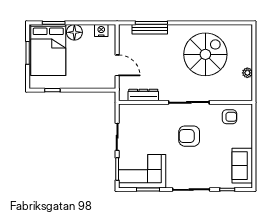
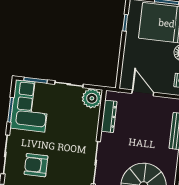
door: (117, 65) -> (143, 93), swing flipped
plant: (128, 113) -> (92, 98), added
armchair: (189, 136) -> (36, 165), moved, turned -90

